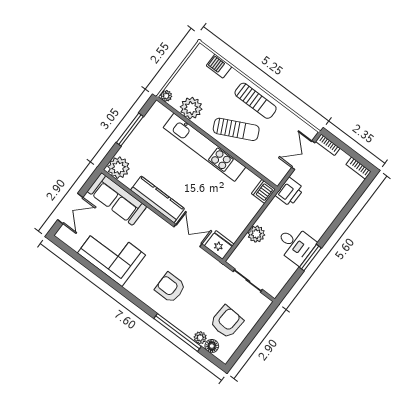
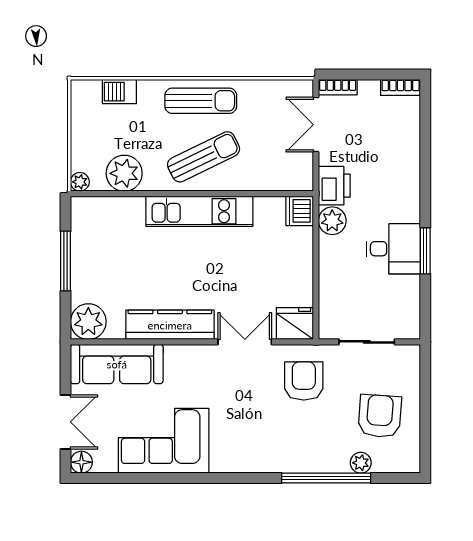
kitchen unit: (204, 147) -> (199, 211), width x0.73
plant: (256, 234) -> (332, 221), moved
armchair: (170, 288) -> (304, 381), moved, turned 90
floor lamp: (212, 346) -> (81, 462), moved

